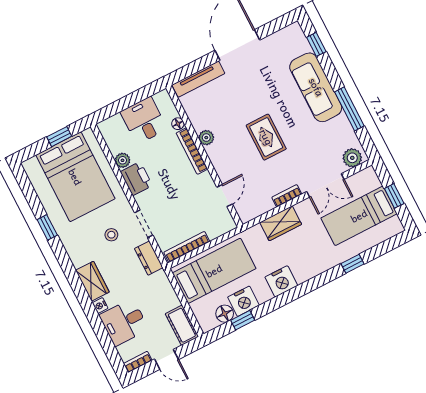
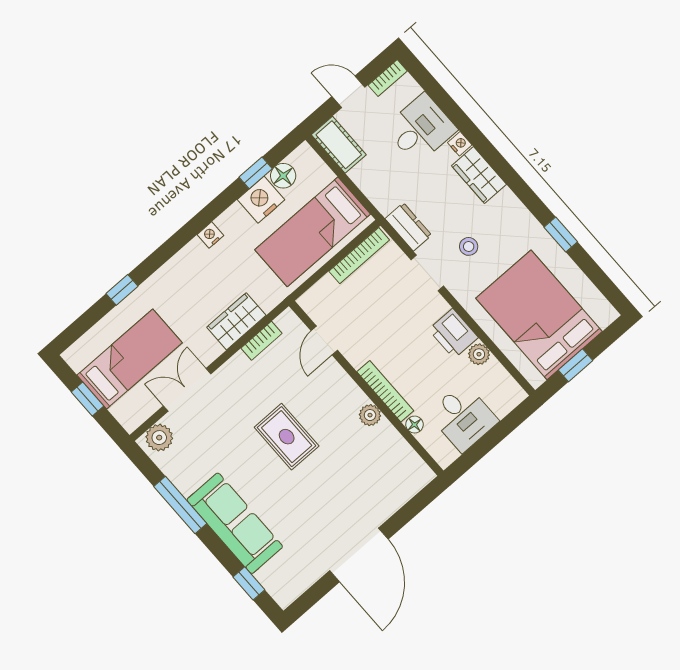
tv unit: (198, 79) -> (401, 494), removed
bookcase: (287, 196) -> (262, 341), moved
nightstand: (281, 281) -> (210, 235), width x0.53, depth x0.56

